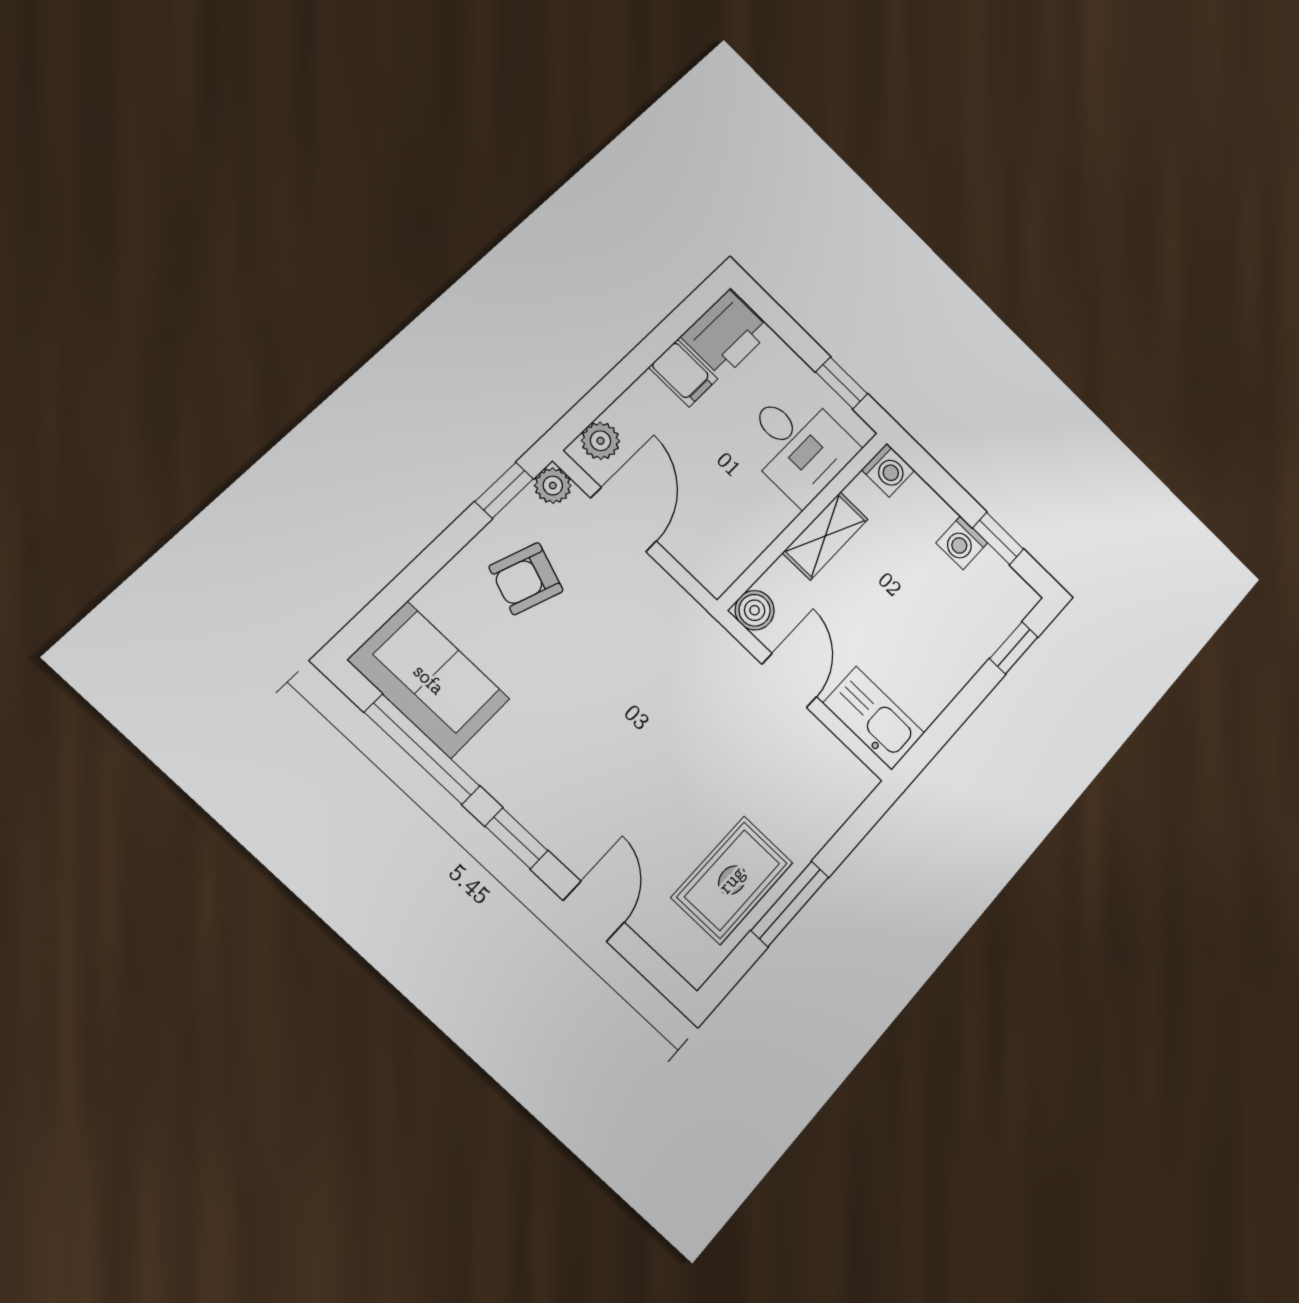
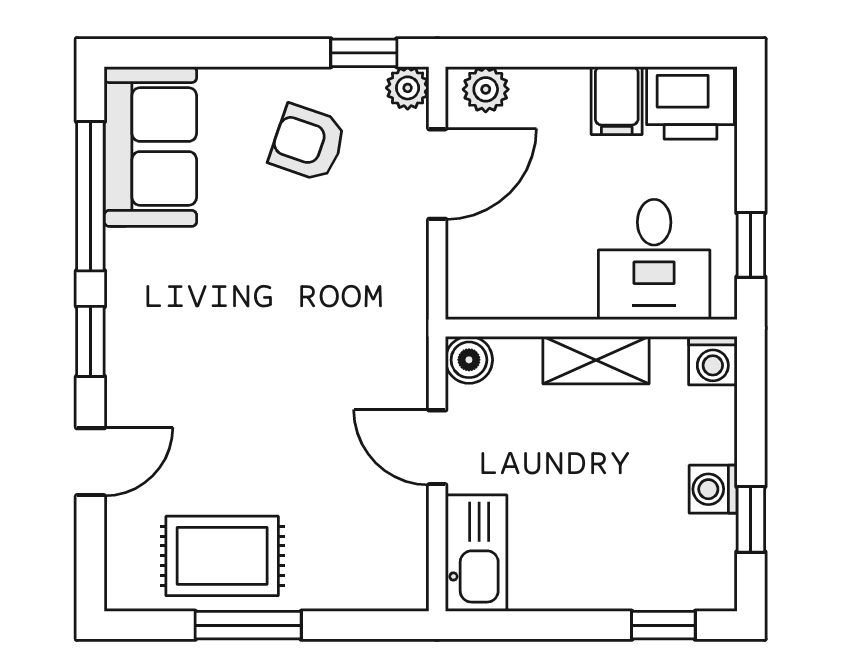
door: (789, 681) -> (437, 447), swing flipped

